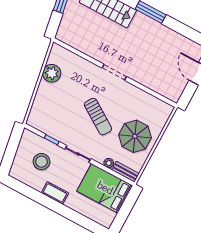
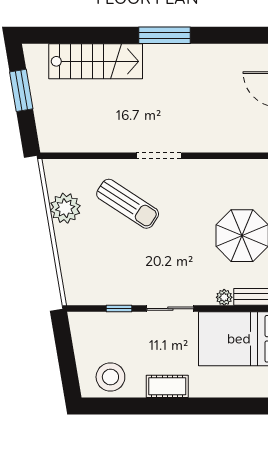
sun lounger: (98, 117) -> (128, 204), moved
stool: (41, 162) -> (110, 377), moved

